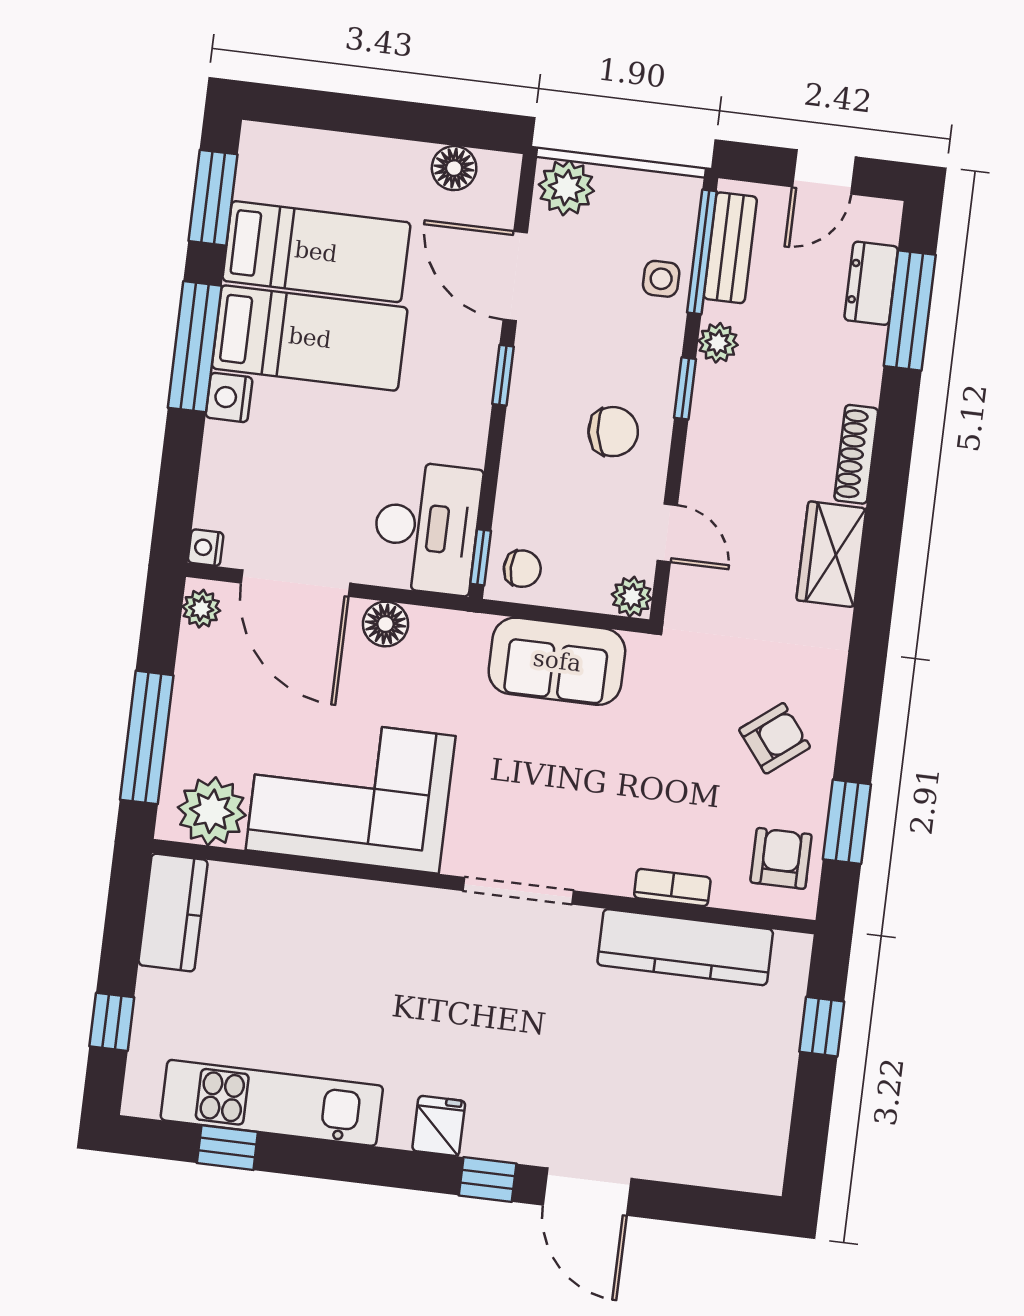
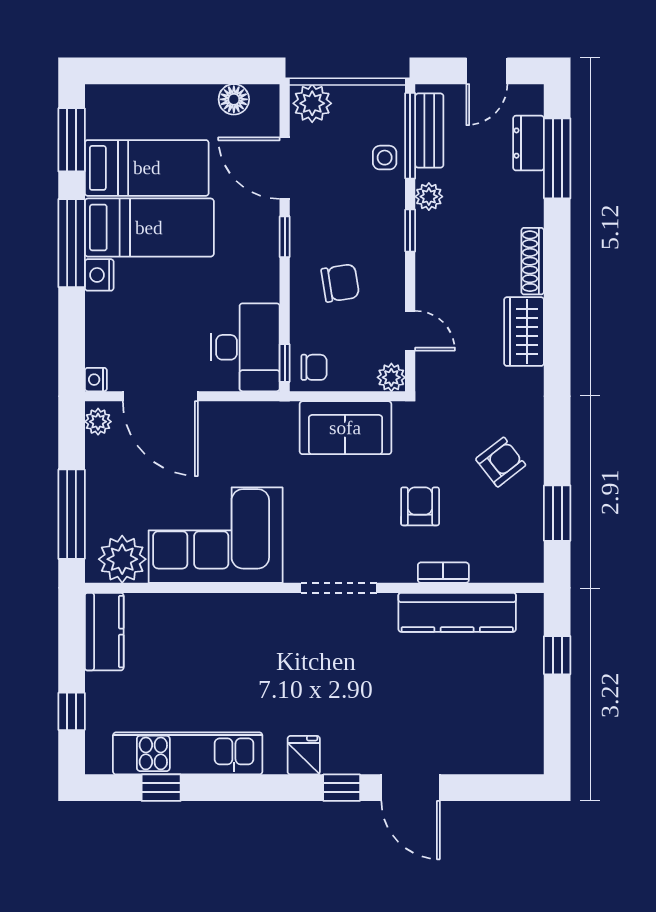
chair: (613, 432) -> (340, 283), moved
floor lamp: (386, 624) -> (225, 417), removed
armchair: (781, 858) -> (420, 506), moved

